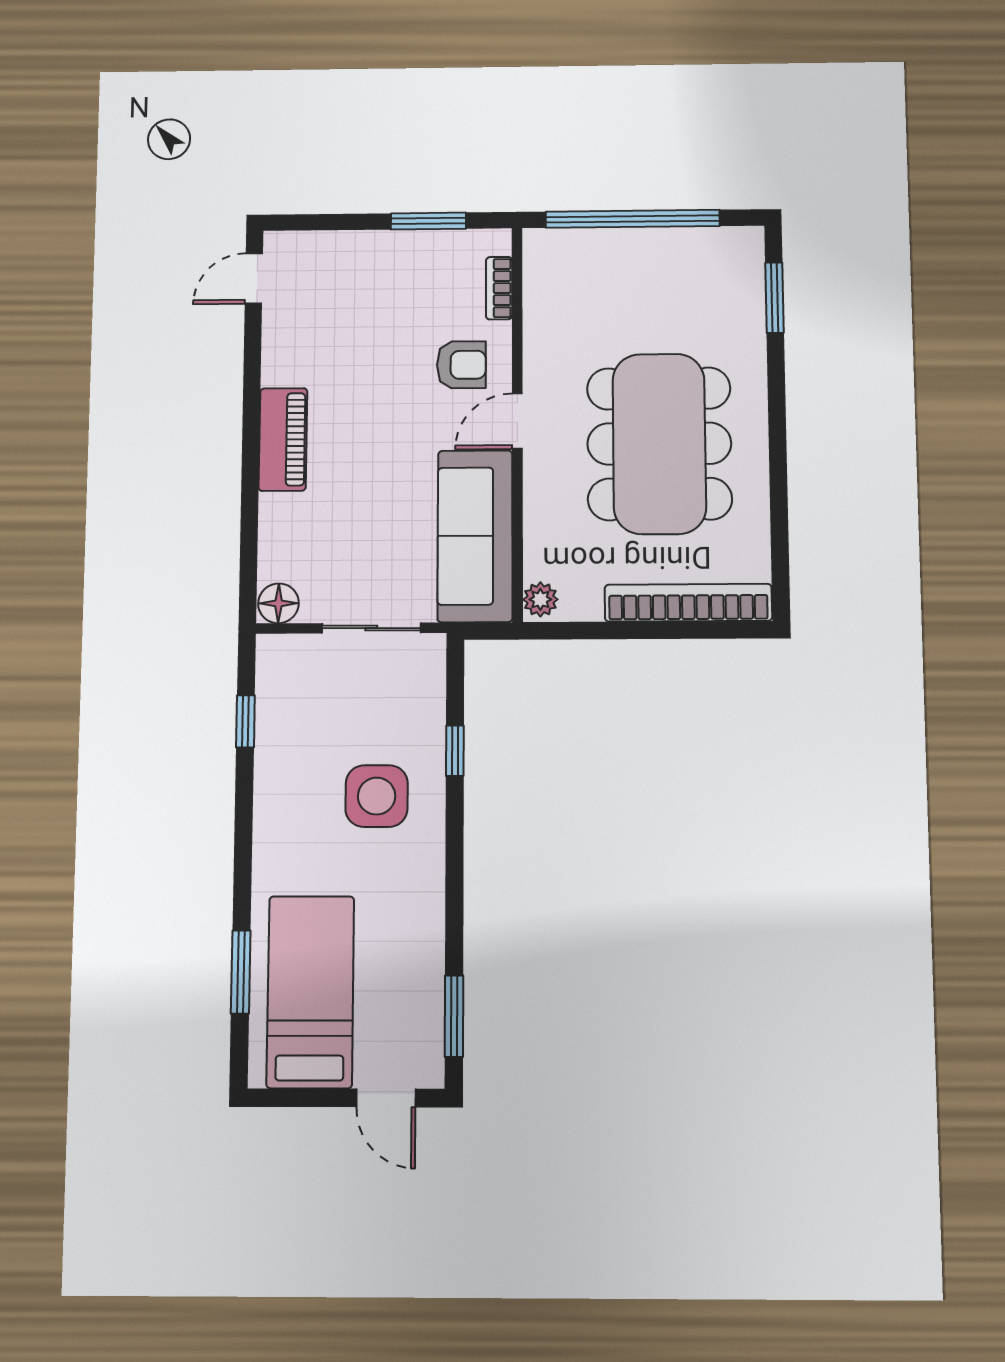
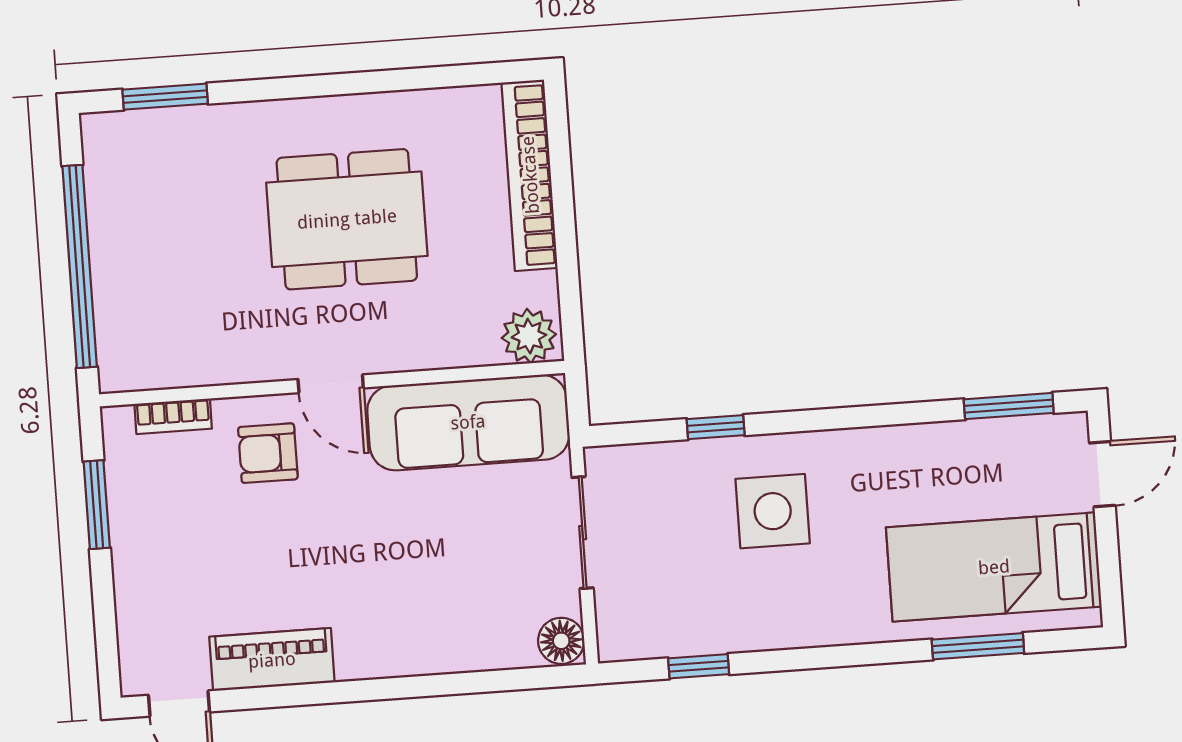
armchair: (461, 365) -> (268, 453), turned -90
piano: (283, 439) -> (272, 660), moved
dining table: (659, 444) -> (347, 219), width x0.73, depth x0.80
plant: (540, 599) -> (529, 336), width x1.38, depth x1.38

